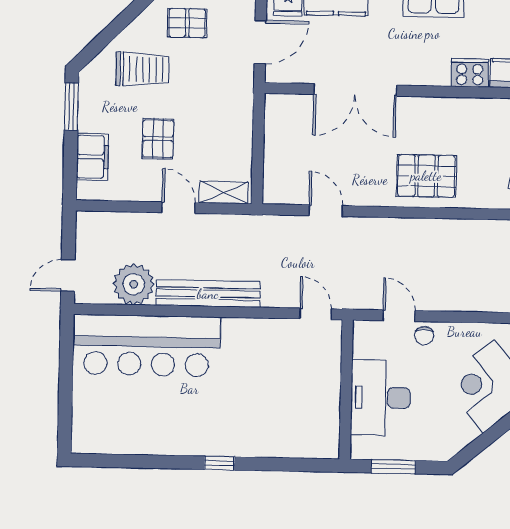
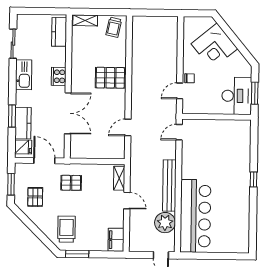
trolley: (143, 69) -> (66, 229), moved
cooker: (470, 73) -> (59, 76), moved
pallet: (158, 139) -> (71, 183), moved
filing cabinet: (92, 157) -> (116, 240), moved, turned -90
pallet: (426, 176) -> (110, 78), turned 90
door: (178, 208) -> (127, 201), swing flipped
desk: (381, 398) -> (237, 96), moved, turned -90

